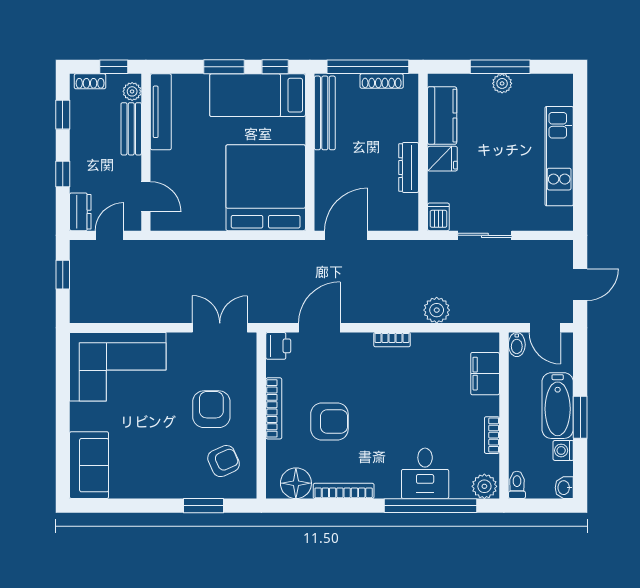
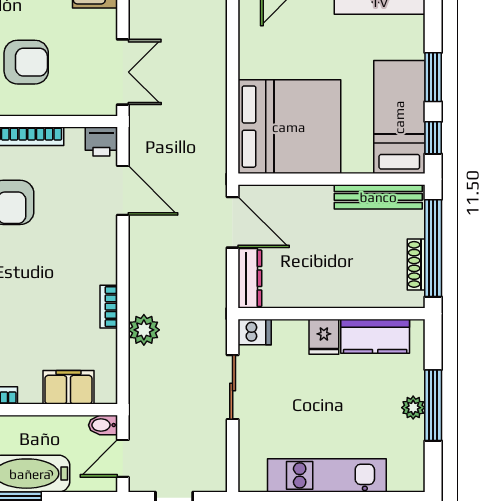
dresser: (409, 168) -> (250, 278), moved, turned 90
bookcase: (392, 340) -> (109, 307), moved

